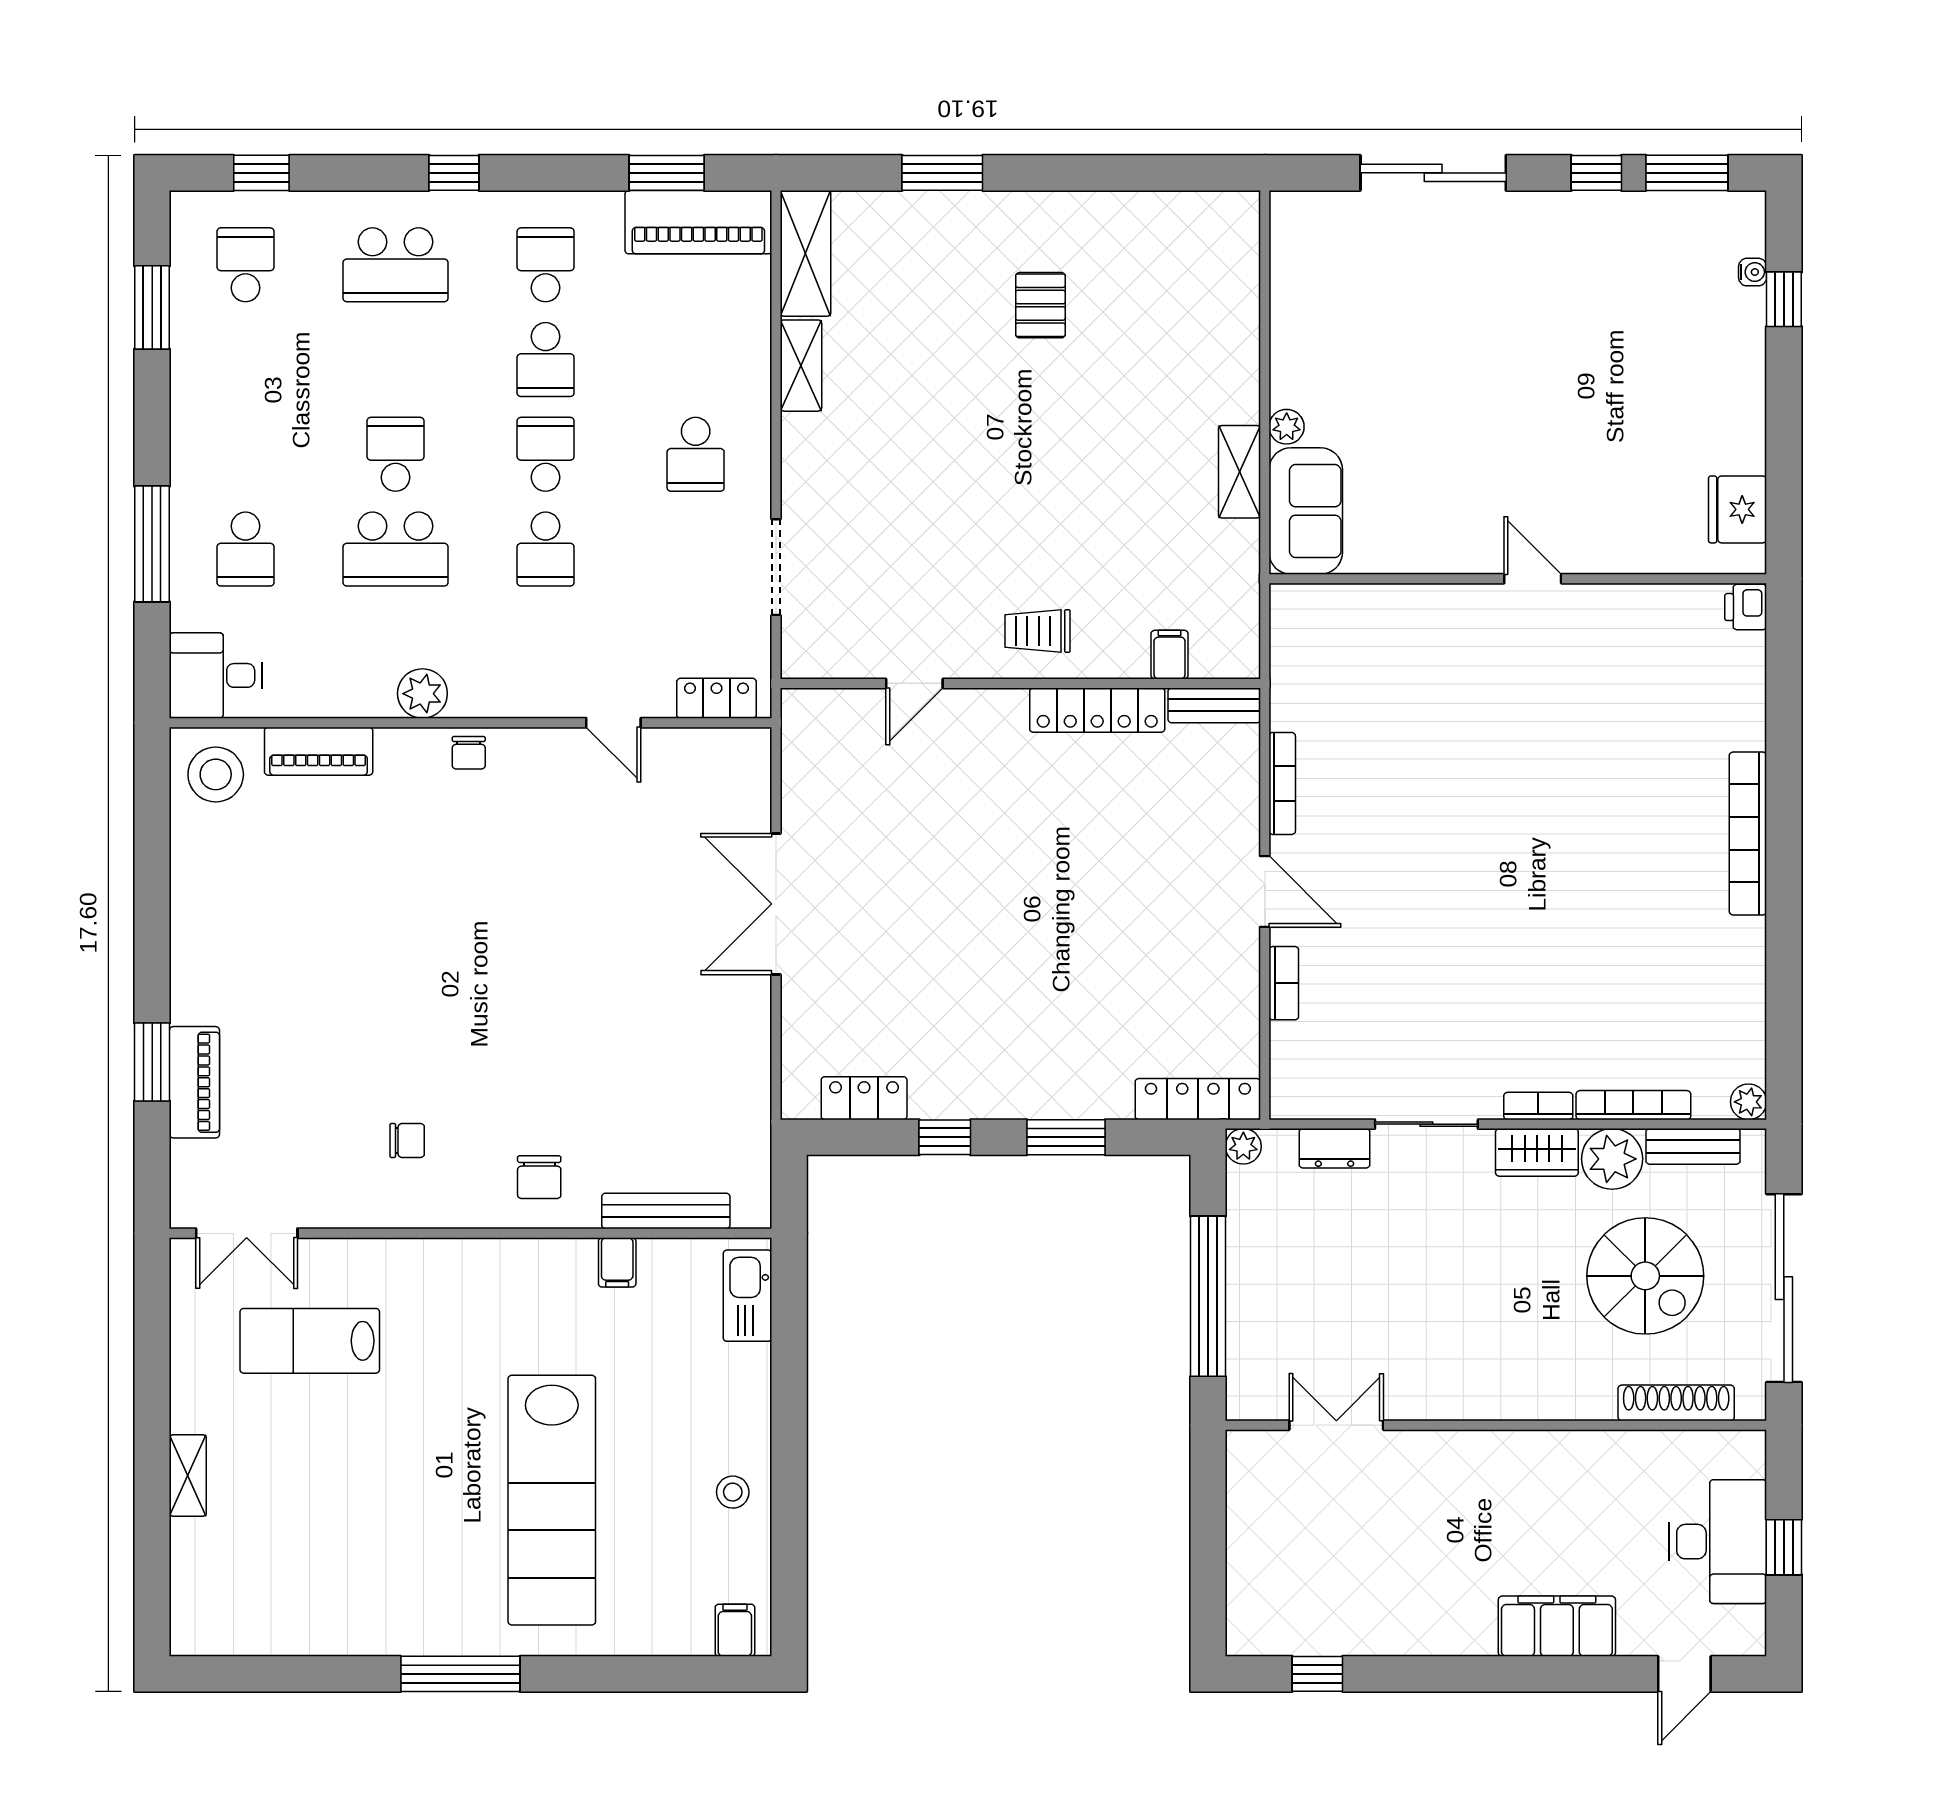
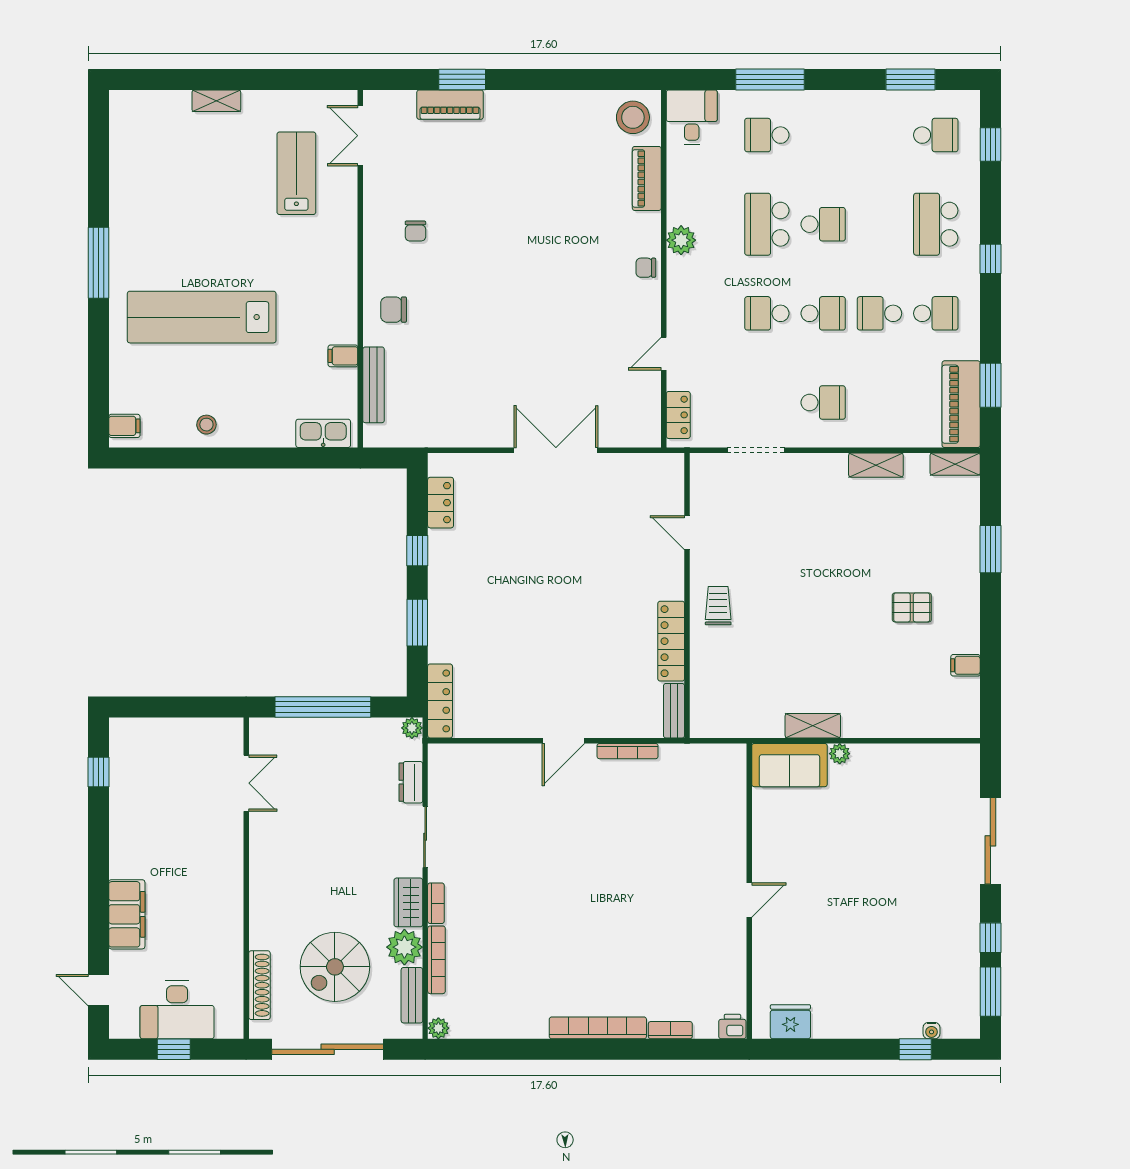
shelving: (806, 253) -> (955, 464), width x0.67, depth x0.75
school desk: (696, 454) -> (823, 403), turned 180
filing cabinet: (1170, 655) -> (965, 665), moved, turned 180
bookcase: (1284, 983) -> (670, 1030), moved, turned 180

